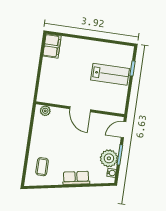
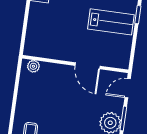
door: (80, 109) -> (87, 66), moved

